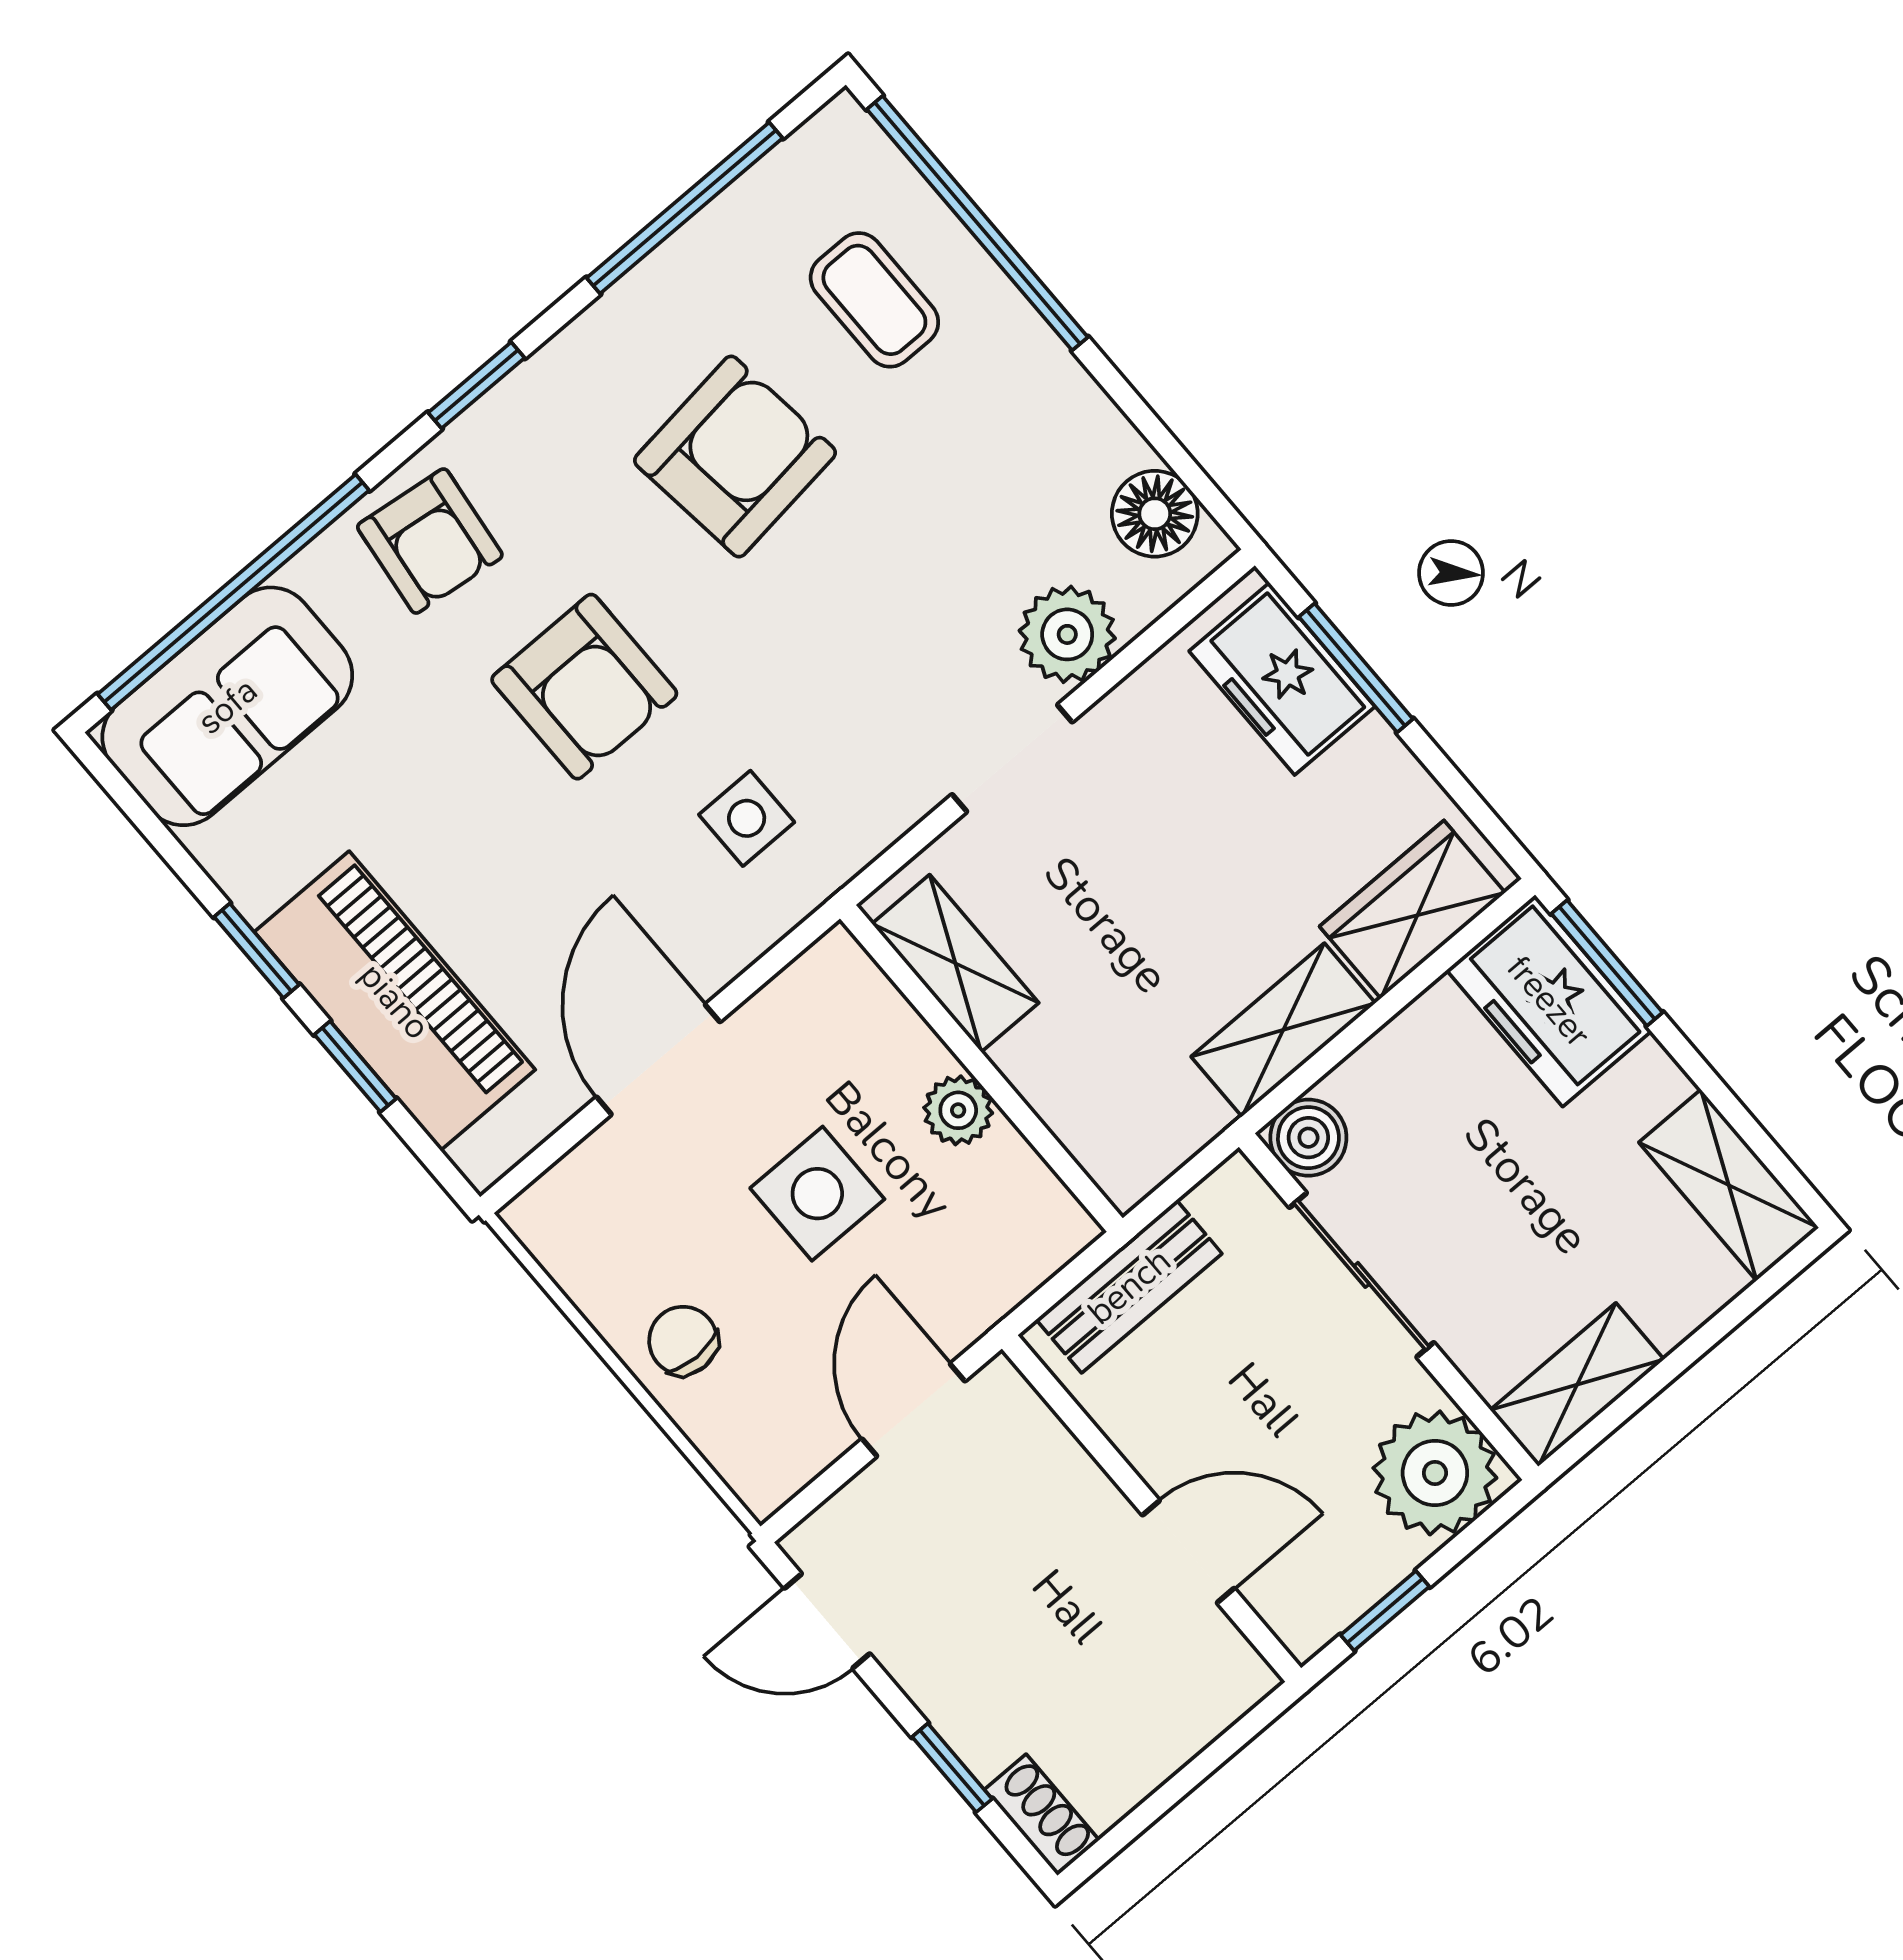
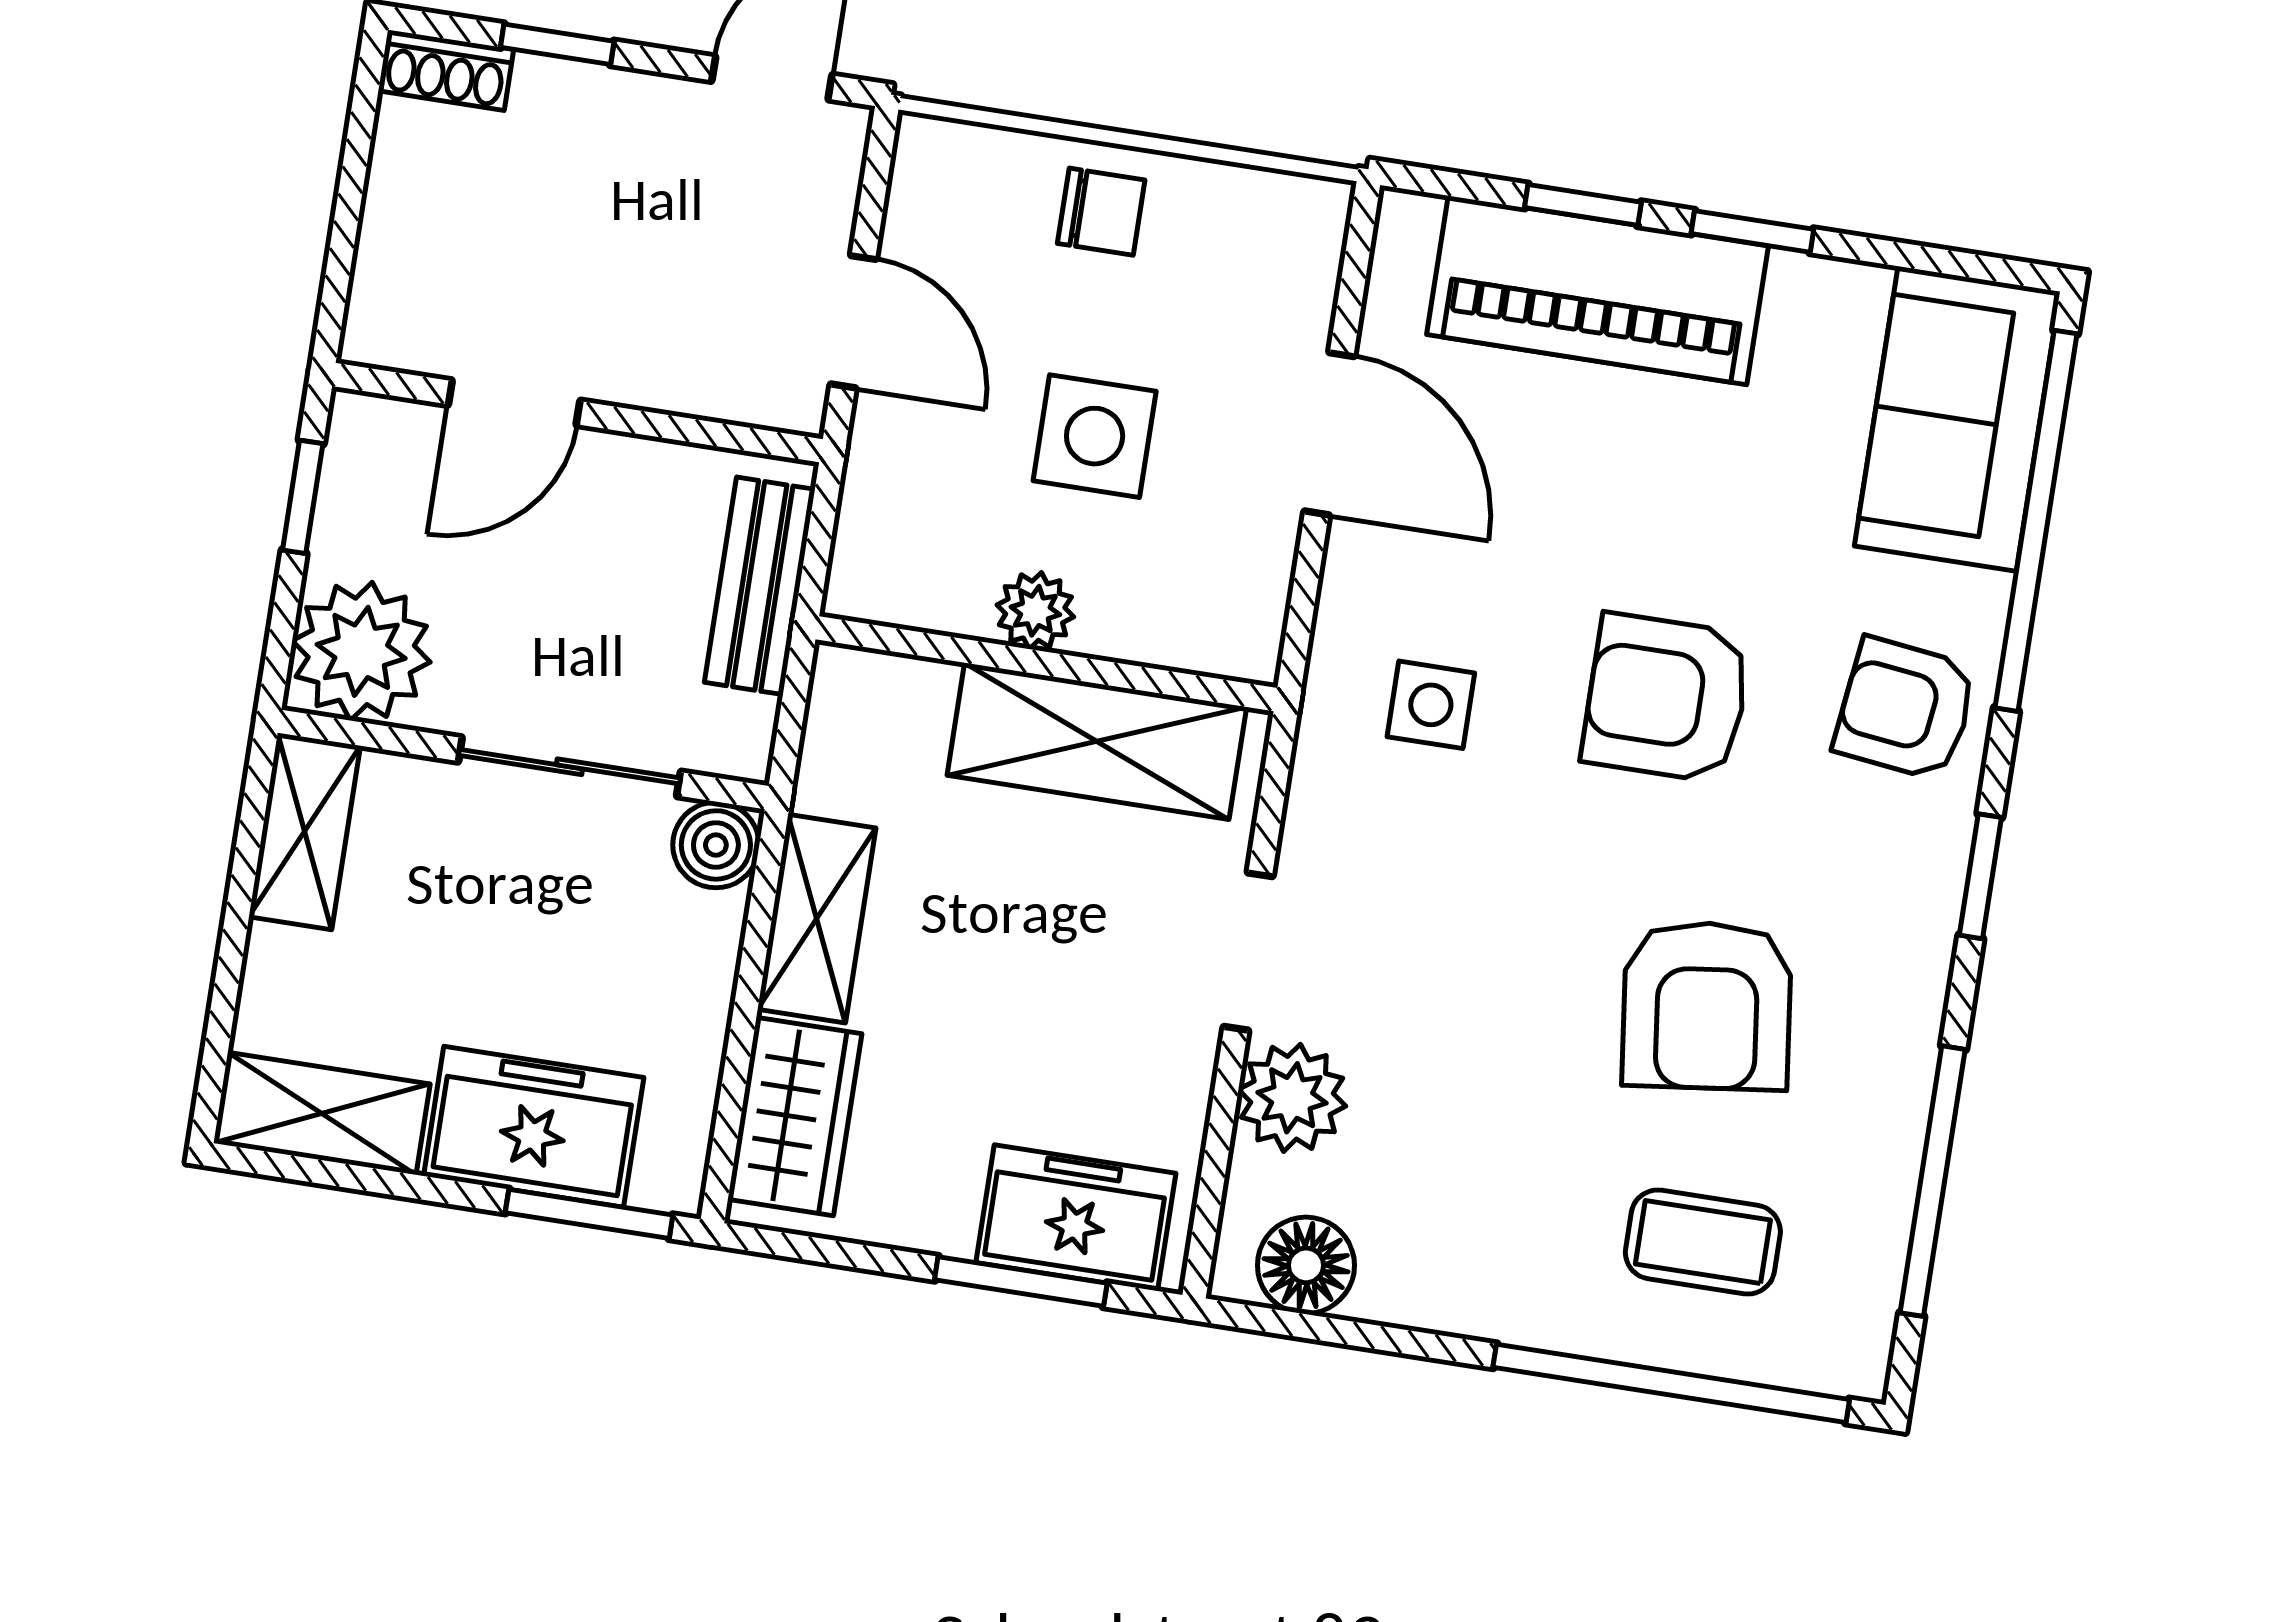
shelving: (955, 963) -> (1097, 741), width x1.50, depth x1.33
freezer: (1549, 1001) -> (534, 1127), moved

